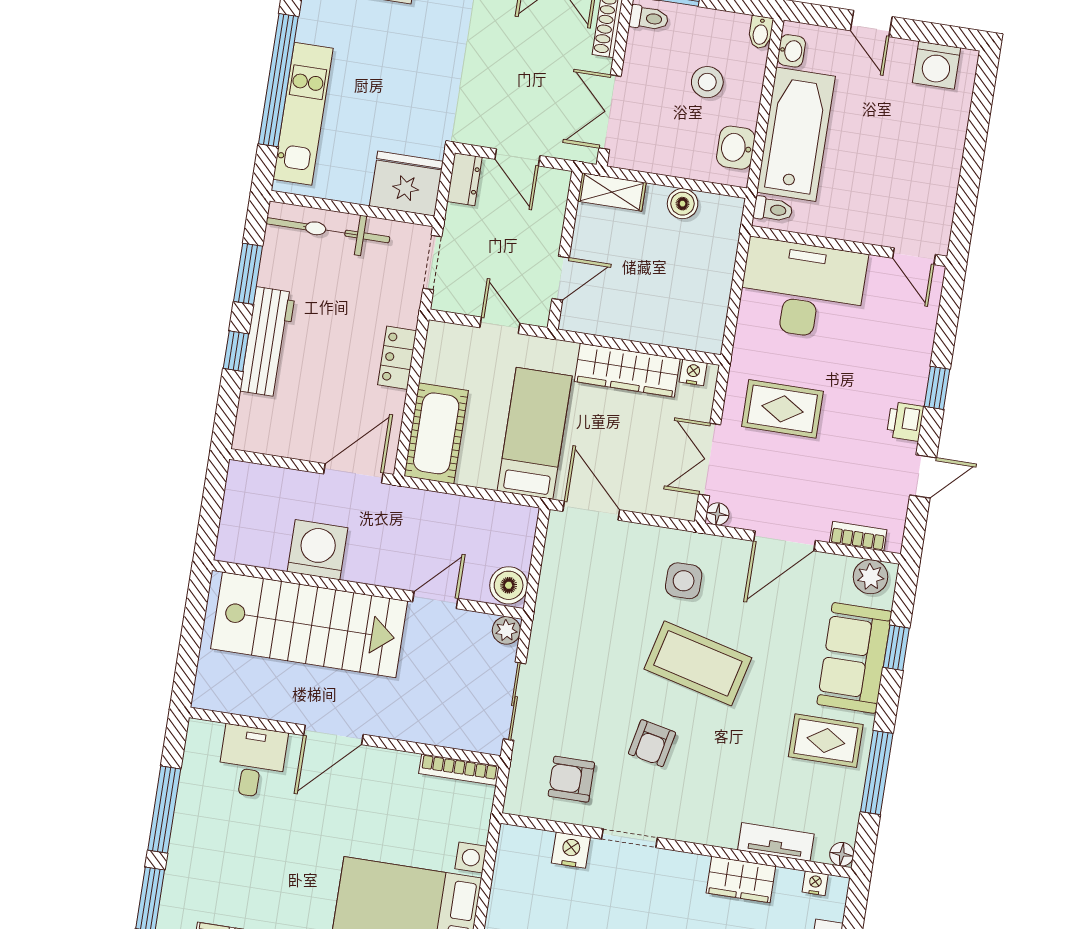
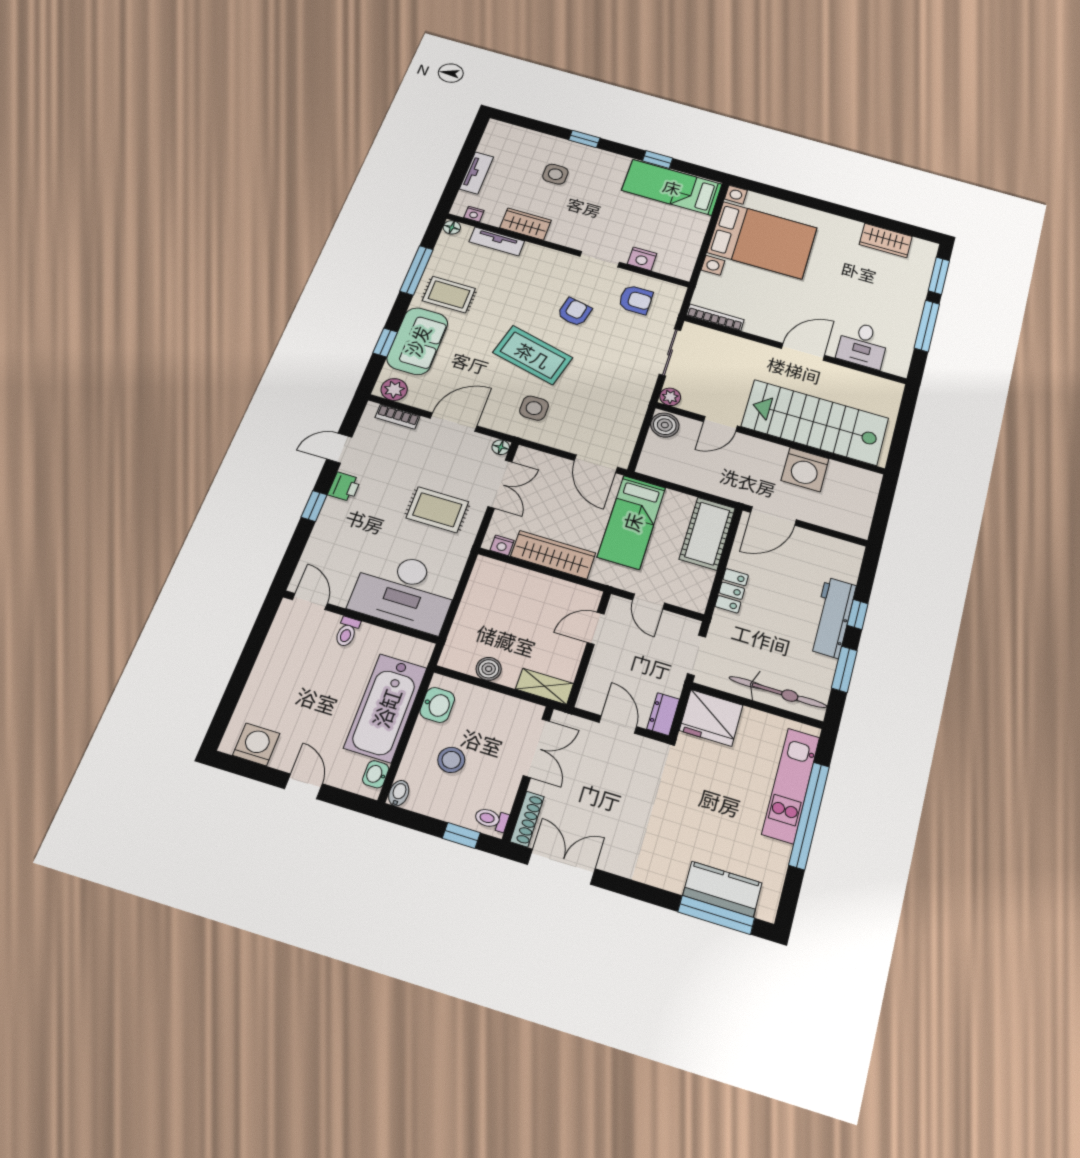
toilet: (773, 209) -> (347, 632), moved, turned -90

